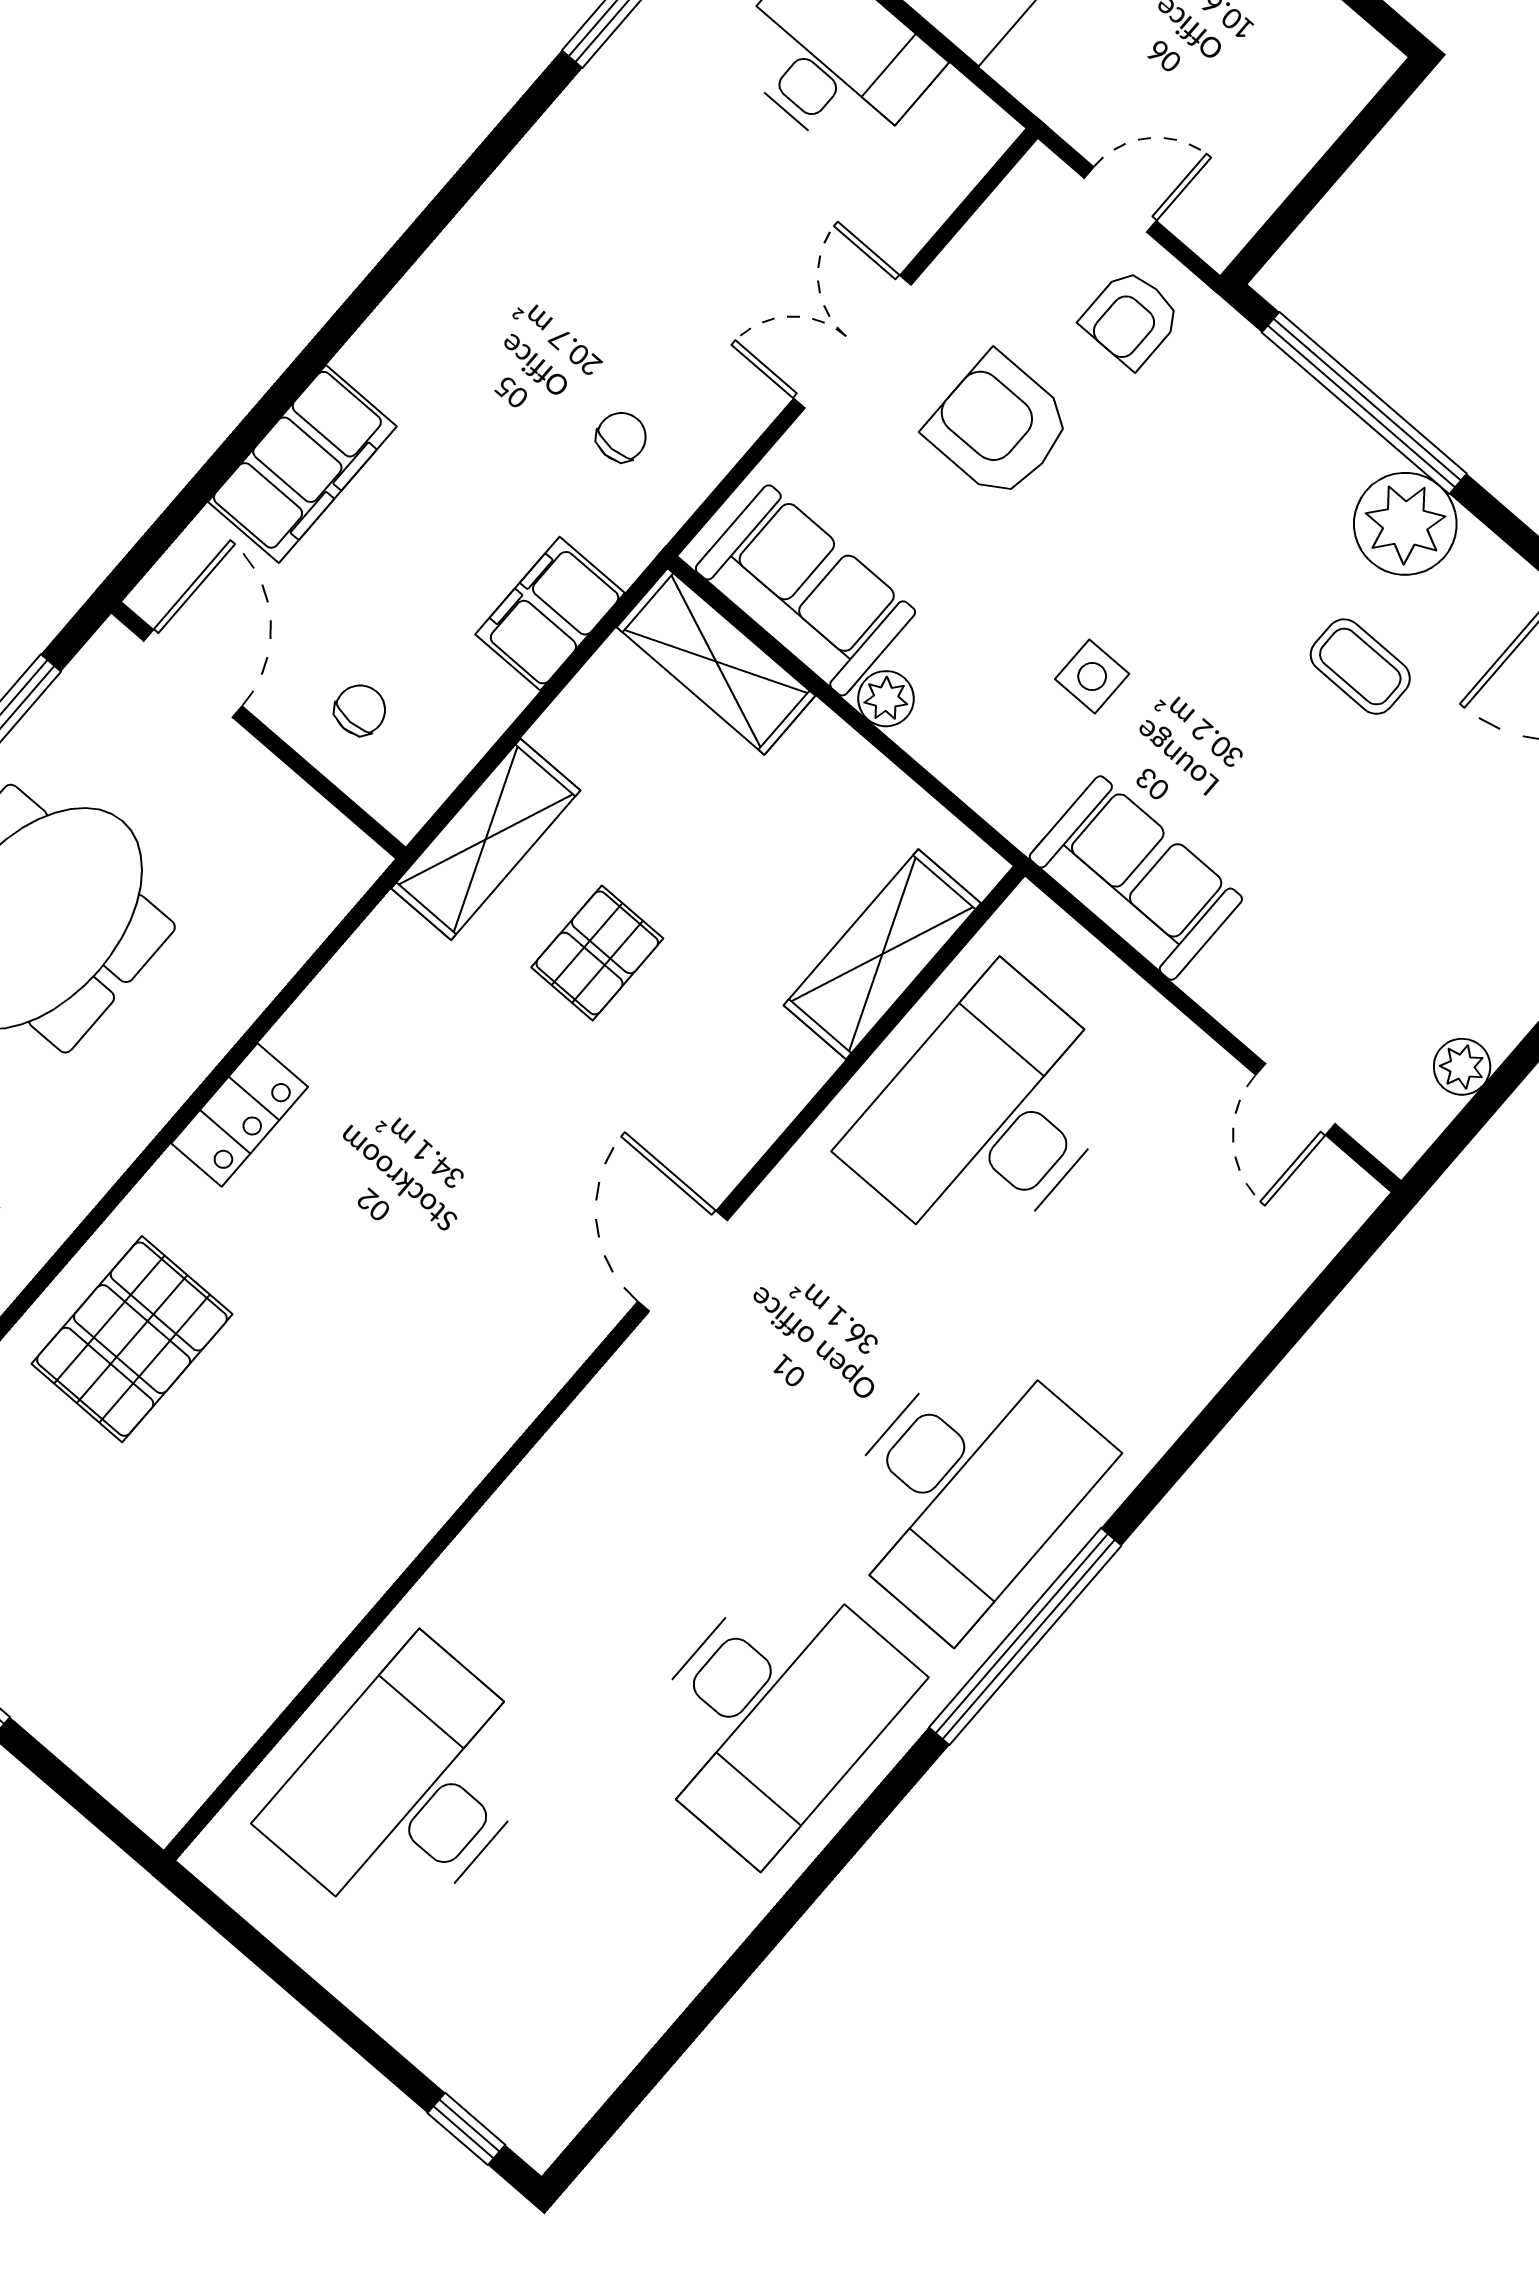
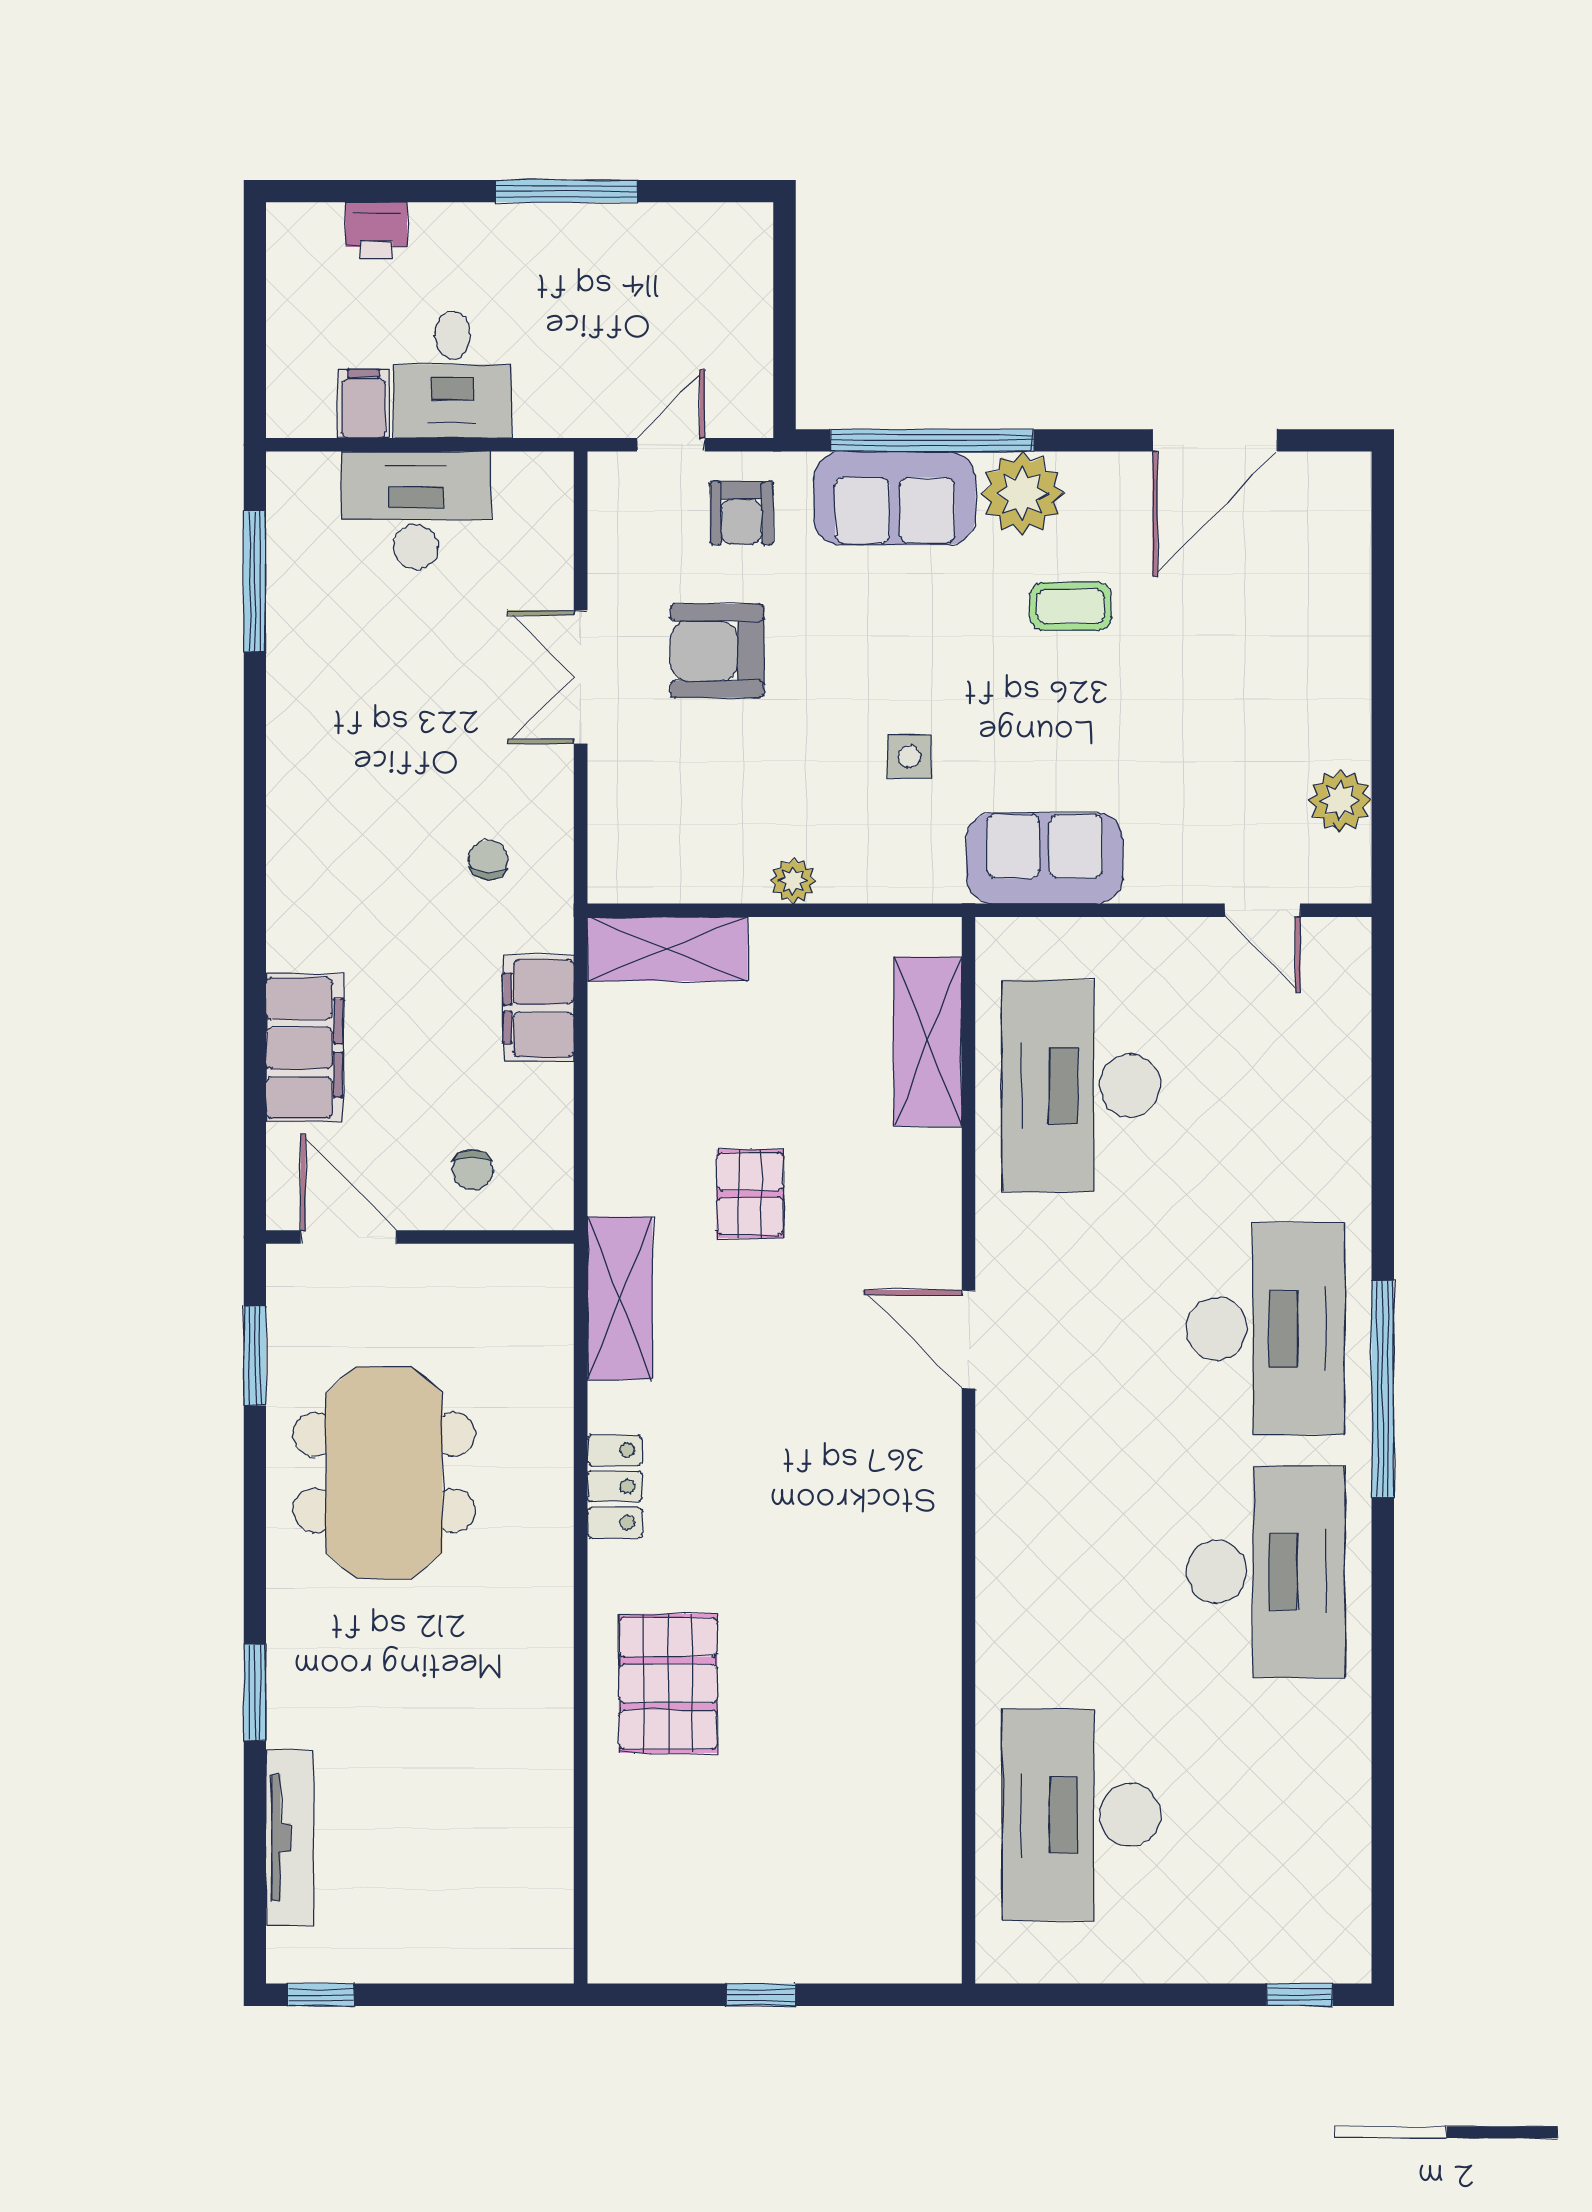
sofa: (805, 590) -> (895, 498), moved, turned 180
chair: (360, 710) -> (472, 1170), turned 180
shelving: (486, 839) -> (620, 1298), moved
plant: (1462, 1067) -> (1340, 801), width x1.38, depth x1.38

